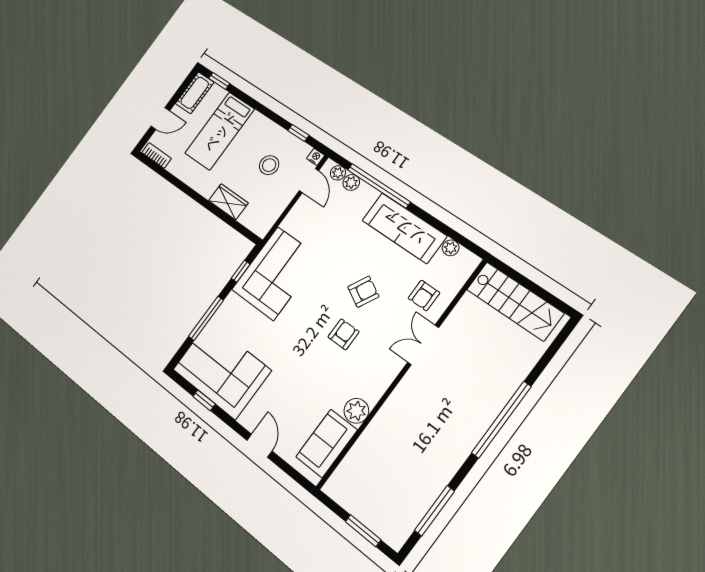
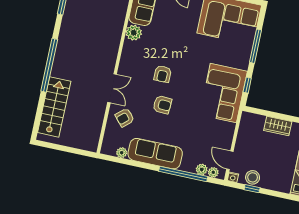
stool: (269, 165) -> (253, 177), moved
armchair: (363, 292) -> (162, 105), turned -115
armchair: (424, 295) -> (125, 118), turned -131
stairs: (515, 301) -> (54, 107), moved, turned 90

